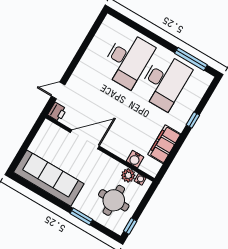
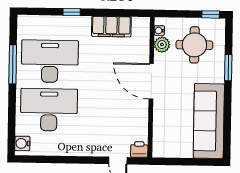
window: (191, 59) -> (13, 64), moved
door: (85, 139) -> (151, 81), moved
water cooler: (135, 159) -> (22, 143), moved, turned 180

